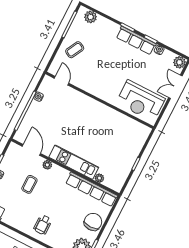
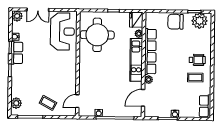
row of seats: (136, 40) -> (17, 53), width x0.68
round table: (119, 135) -> (97, 35), added
fridge: (115, 183) -> (136, 20), added
coffee table: (29, 184) -> (195, 77), moved
row of seats: (92, 189) -> (150, 52), moved

